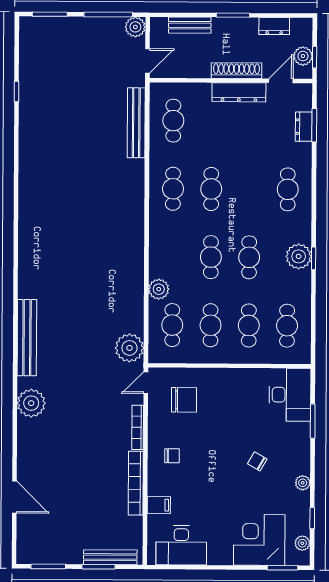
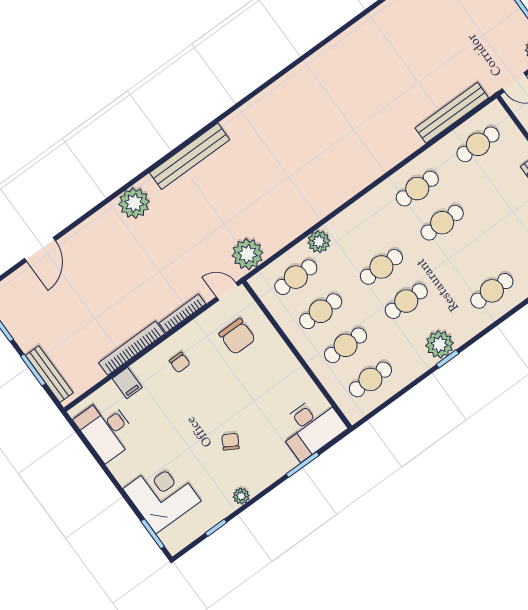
plant: (302, 543) -> (187, 535), removed

